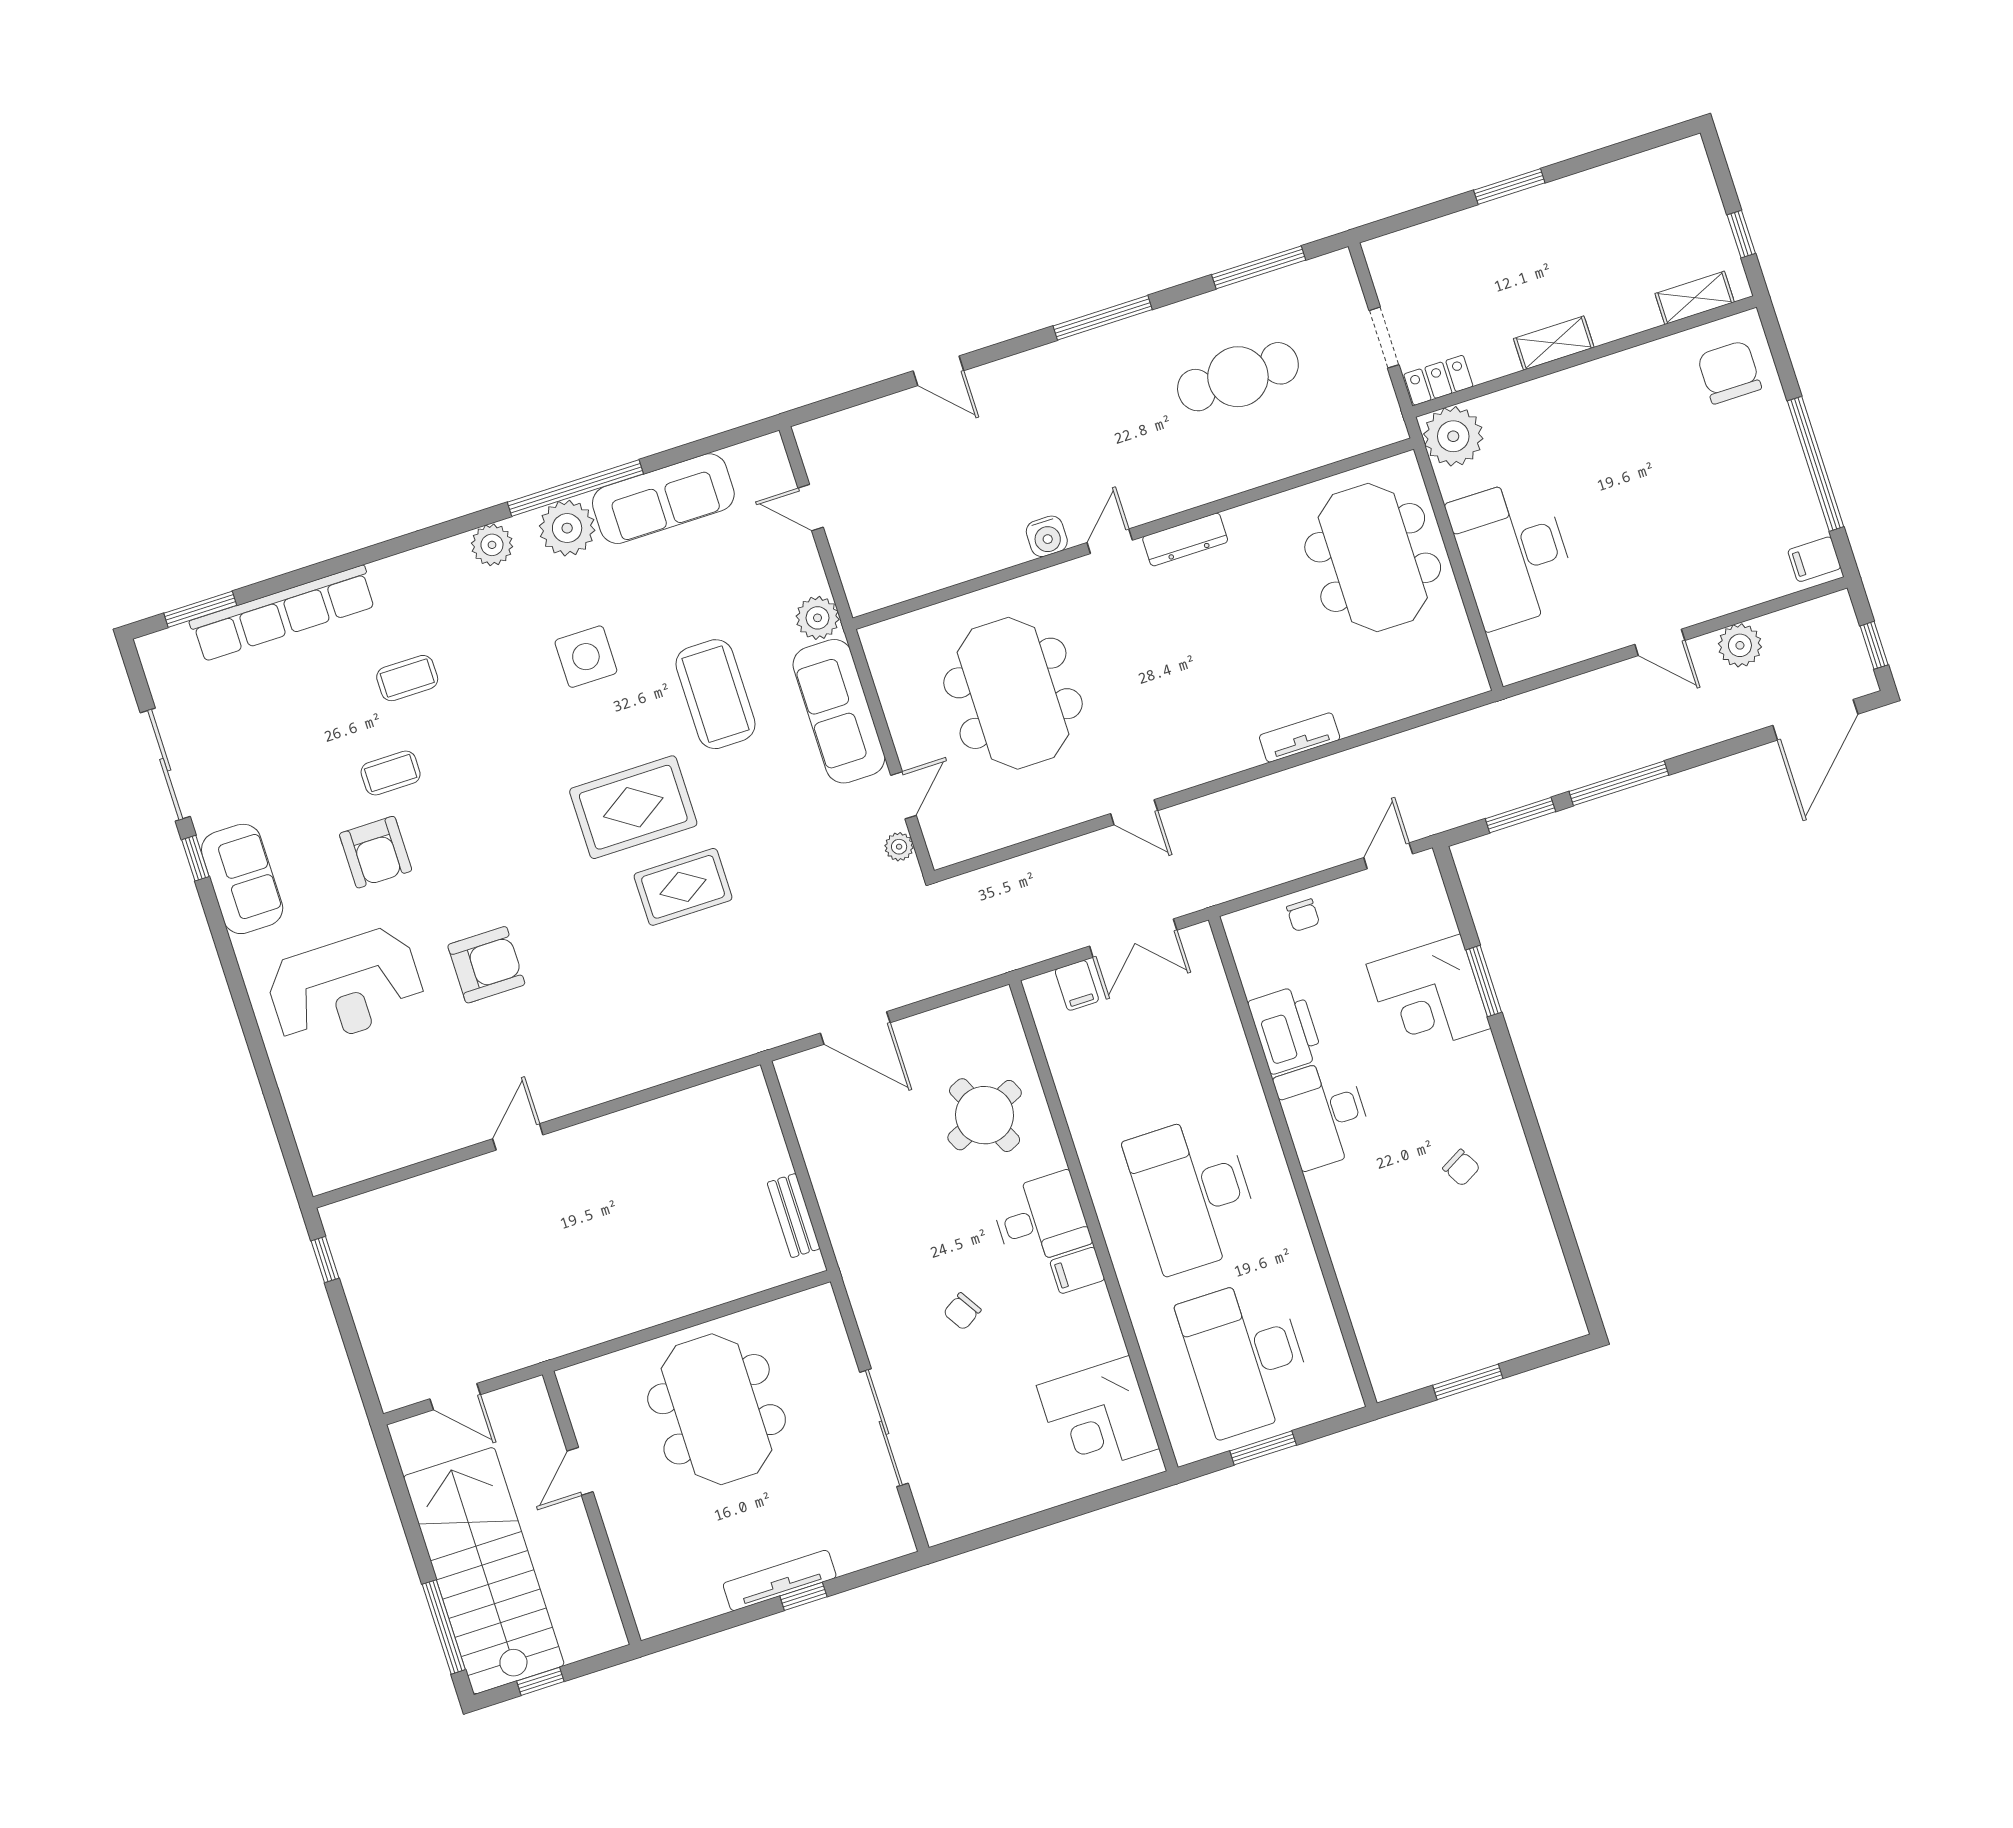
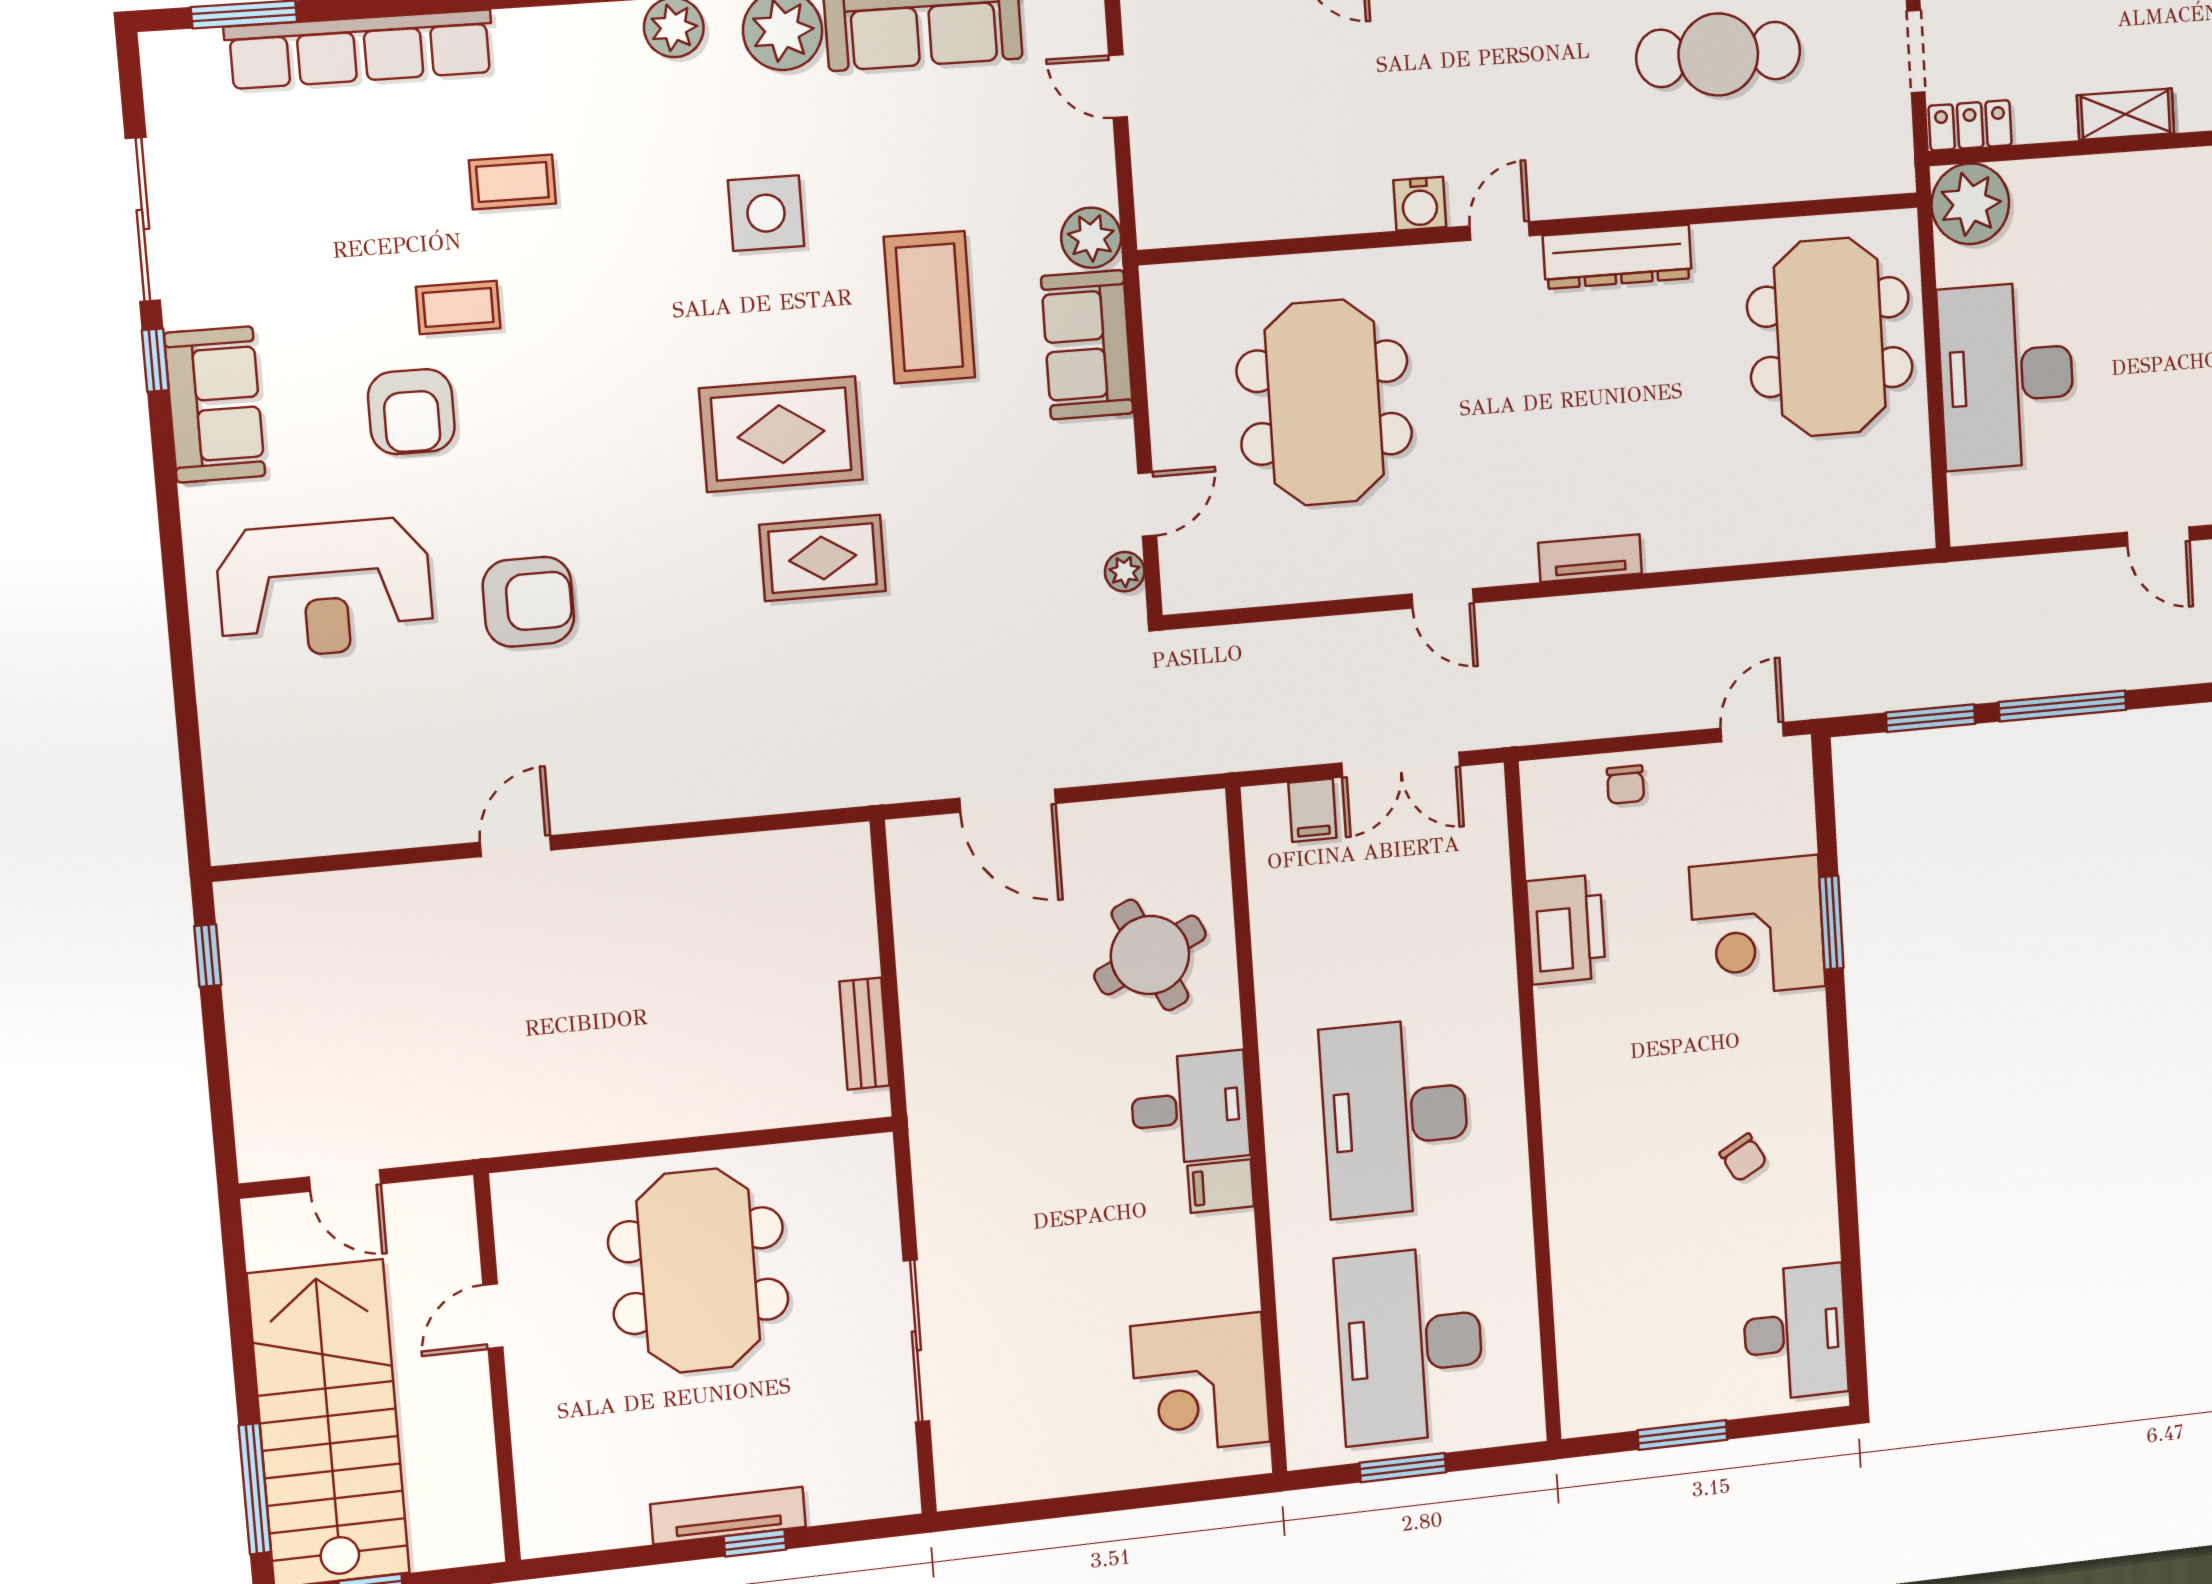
dresser: (1185, 539) -> (1617, 257), width x1.37, depth x1.24
sofa: (839, 711) -> (1087, 345), width x0.73
tv unit: (1300, 737) -> (1590, 558), moved
desk: (1324, 1114) -> (1795, 1332), moved, turned 180
chair: (962, 1311) -> (1057, 1208), removed

